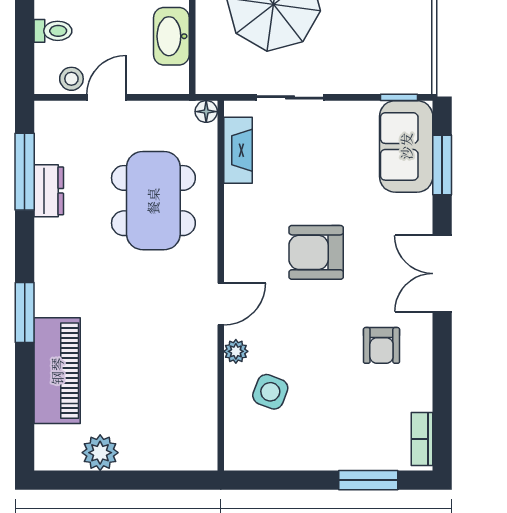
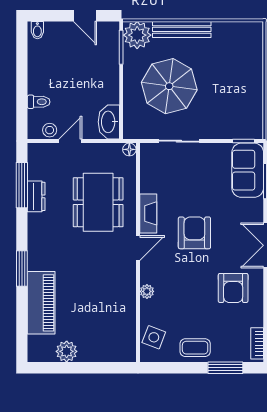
washbasin: (171, 36) -> (109, 122), moved
fireplace: (238, 150) -> (148, 213), moved
armchair: (316, 252) -> (194, 233), turned 90
door: (221, 304) -> (138, 248), moved
armchair: (381, 345) -> (233, 288), width x1.38, depth x1.38
side table: (270, 392) -> (154, 337), moved
coffee table: (317, 446) -> (195, 348), added

